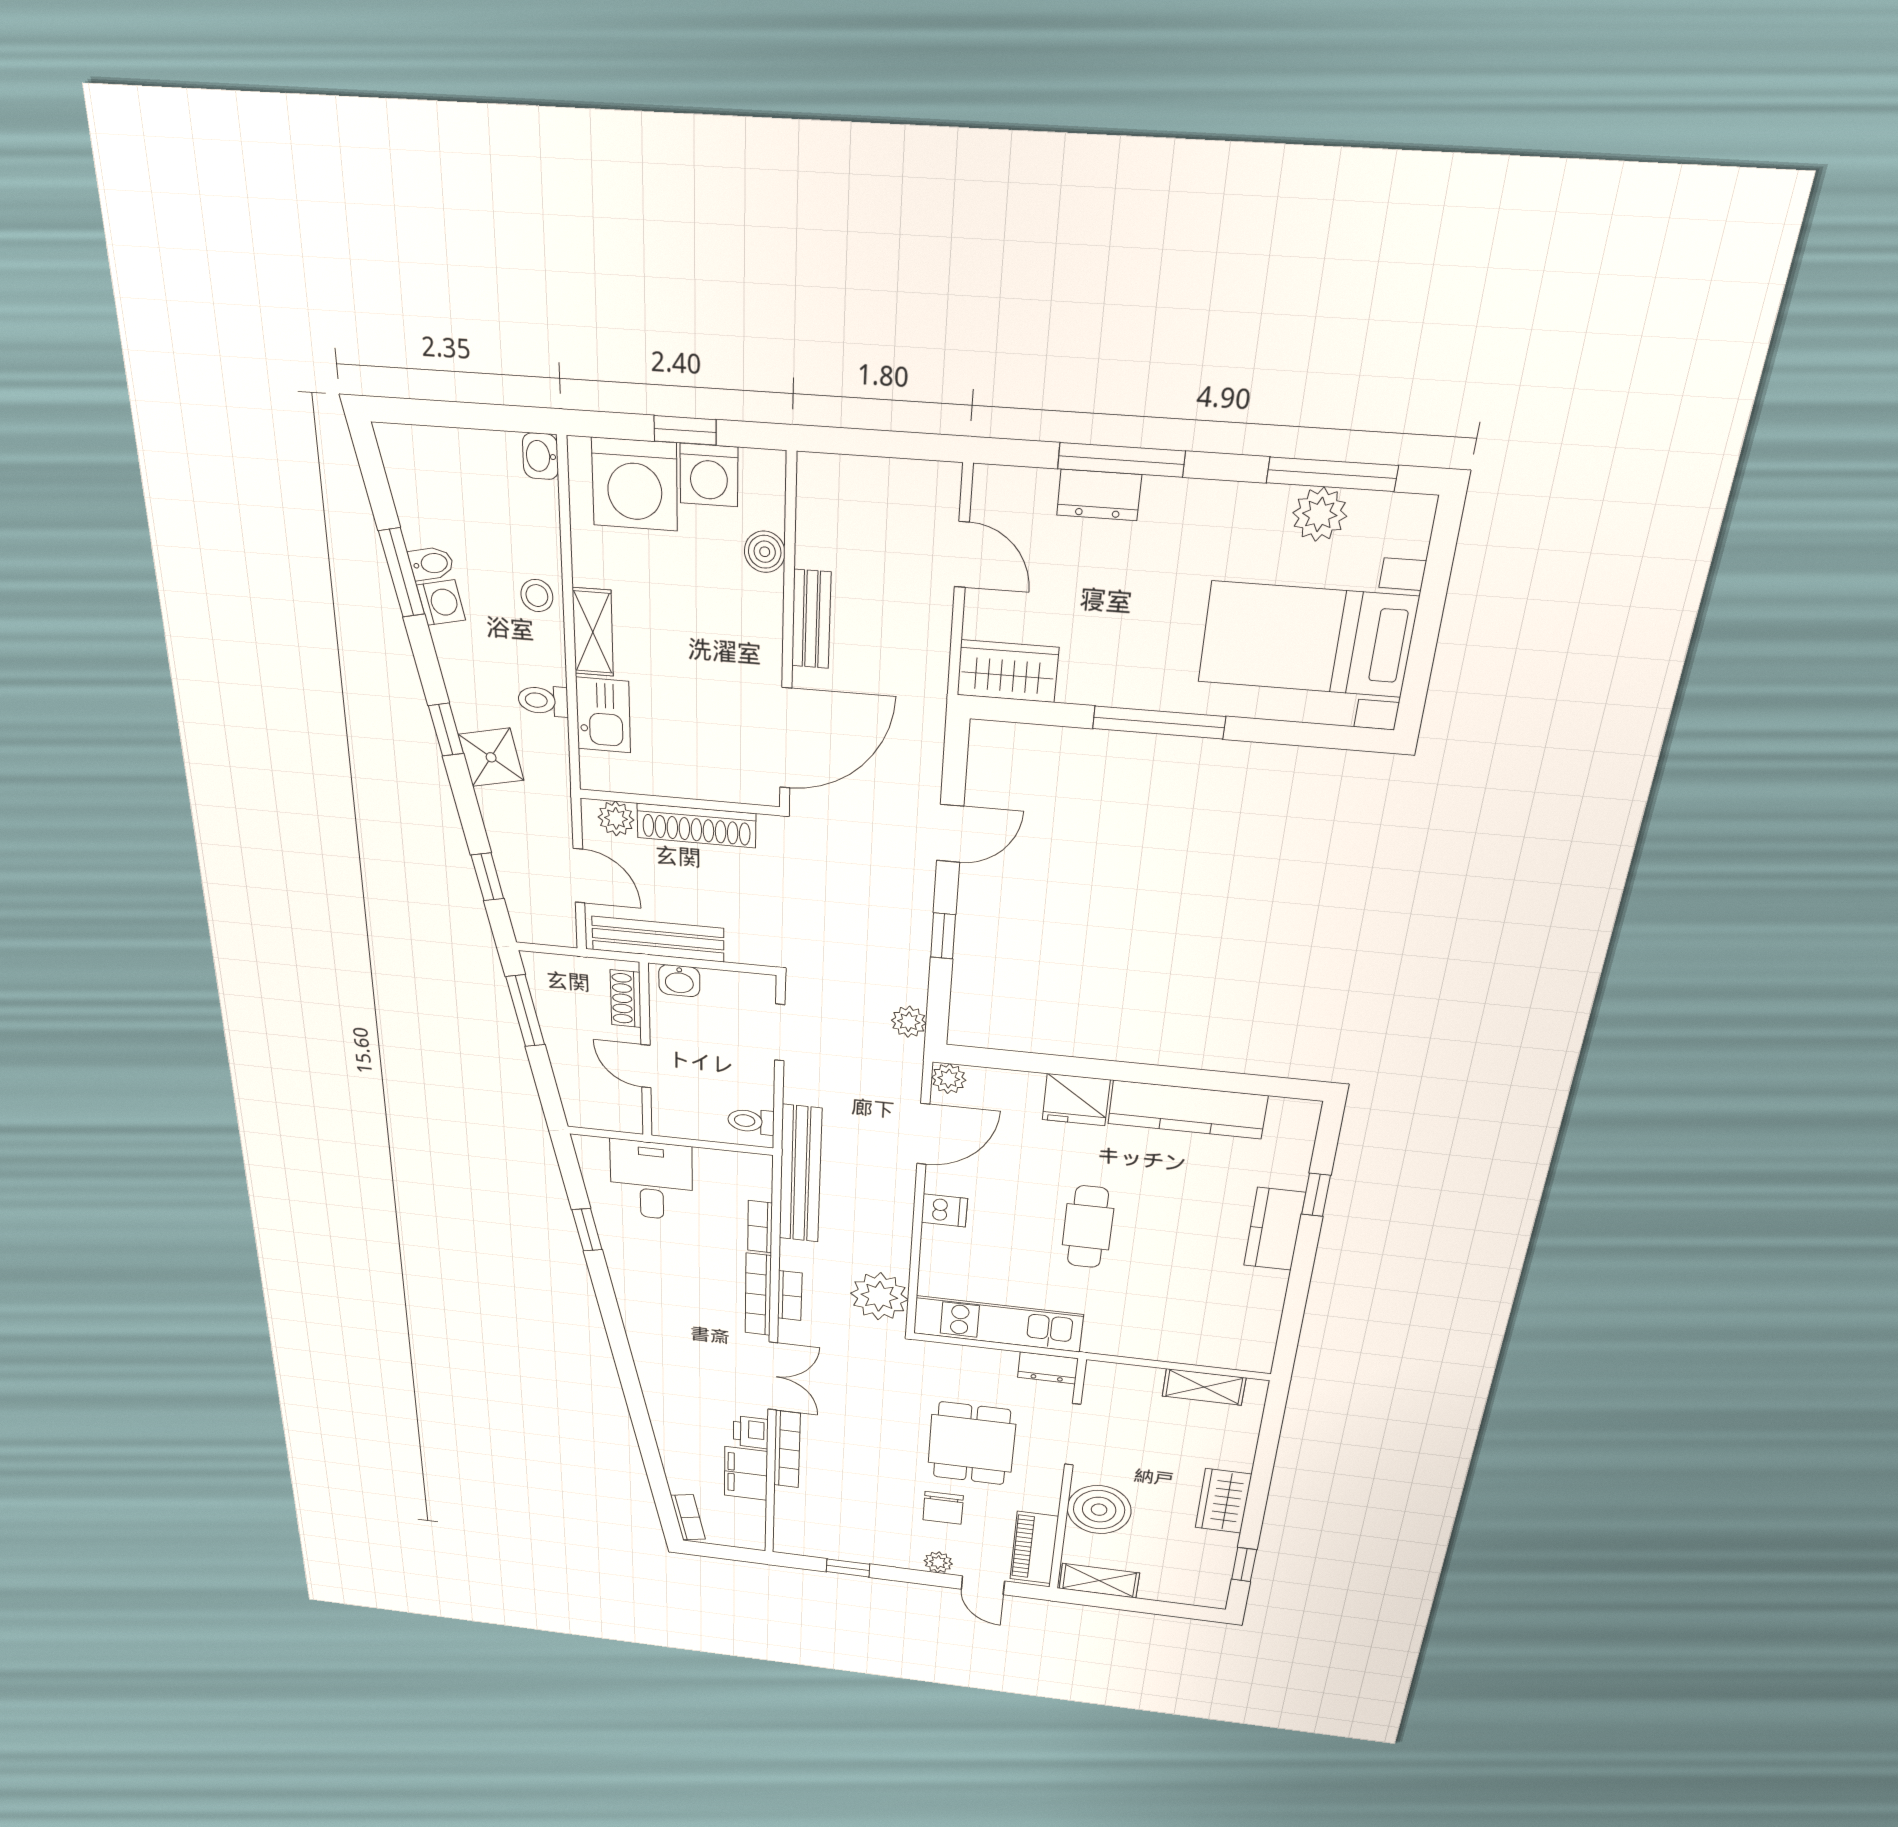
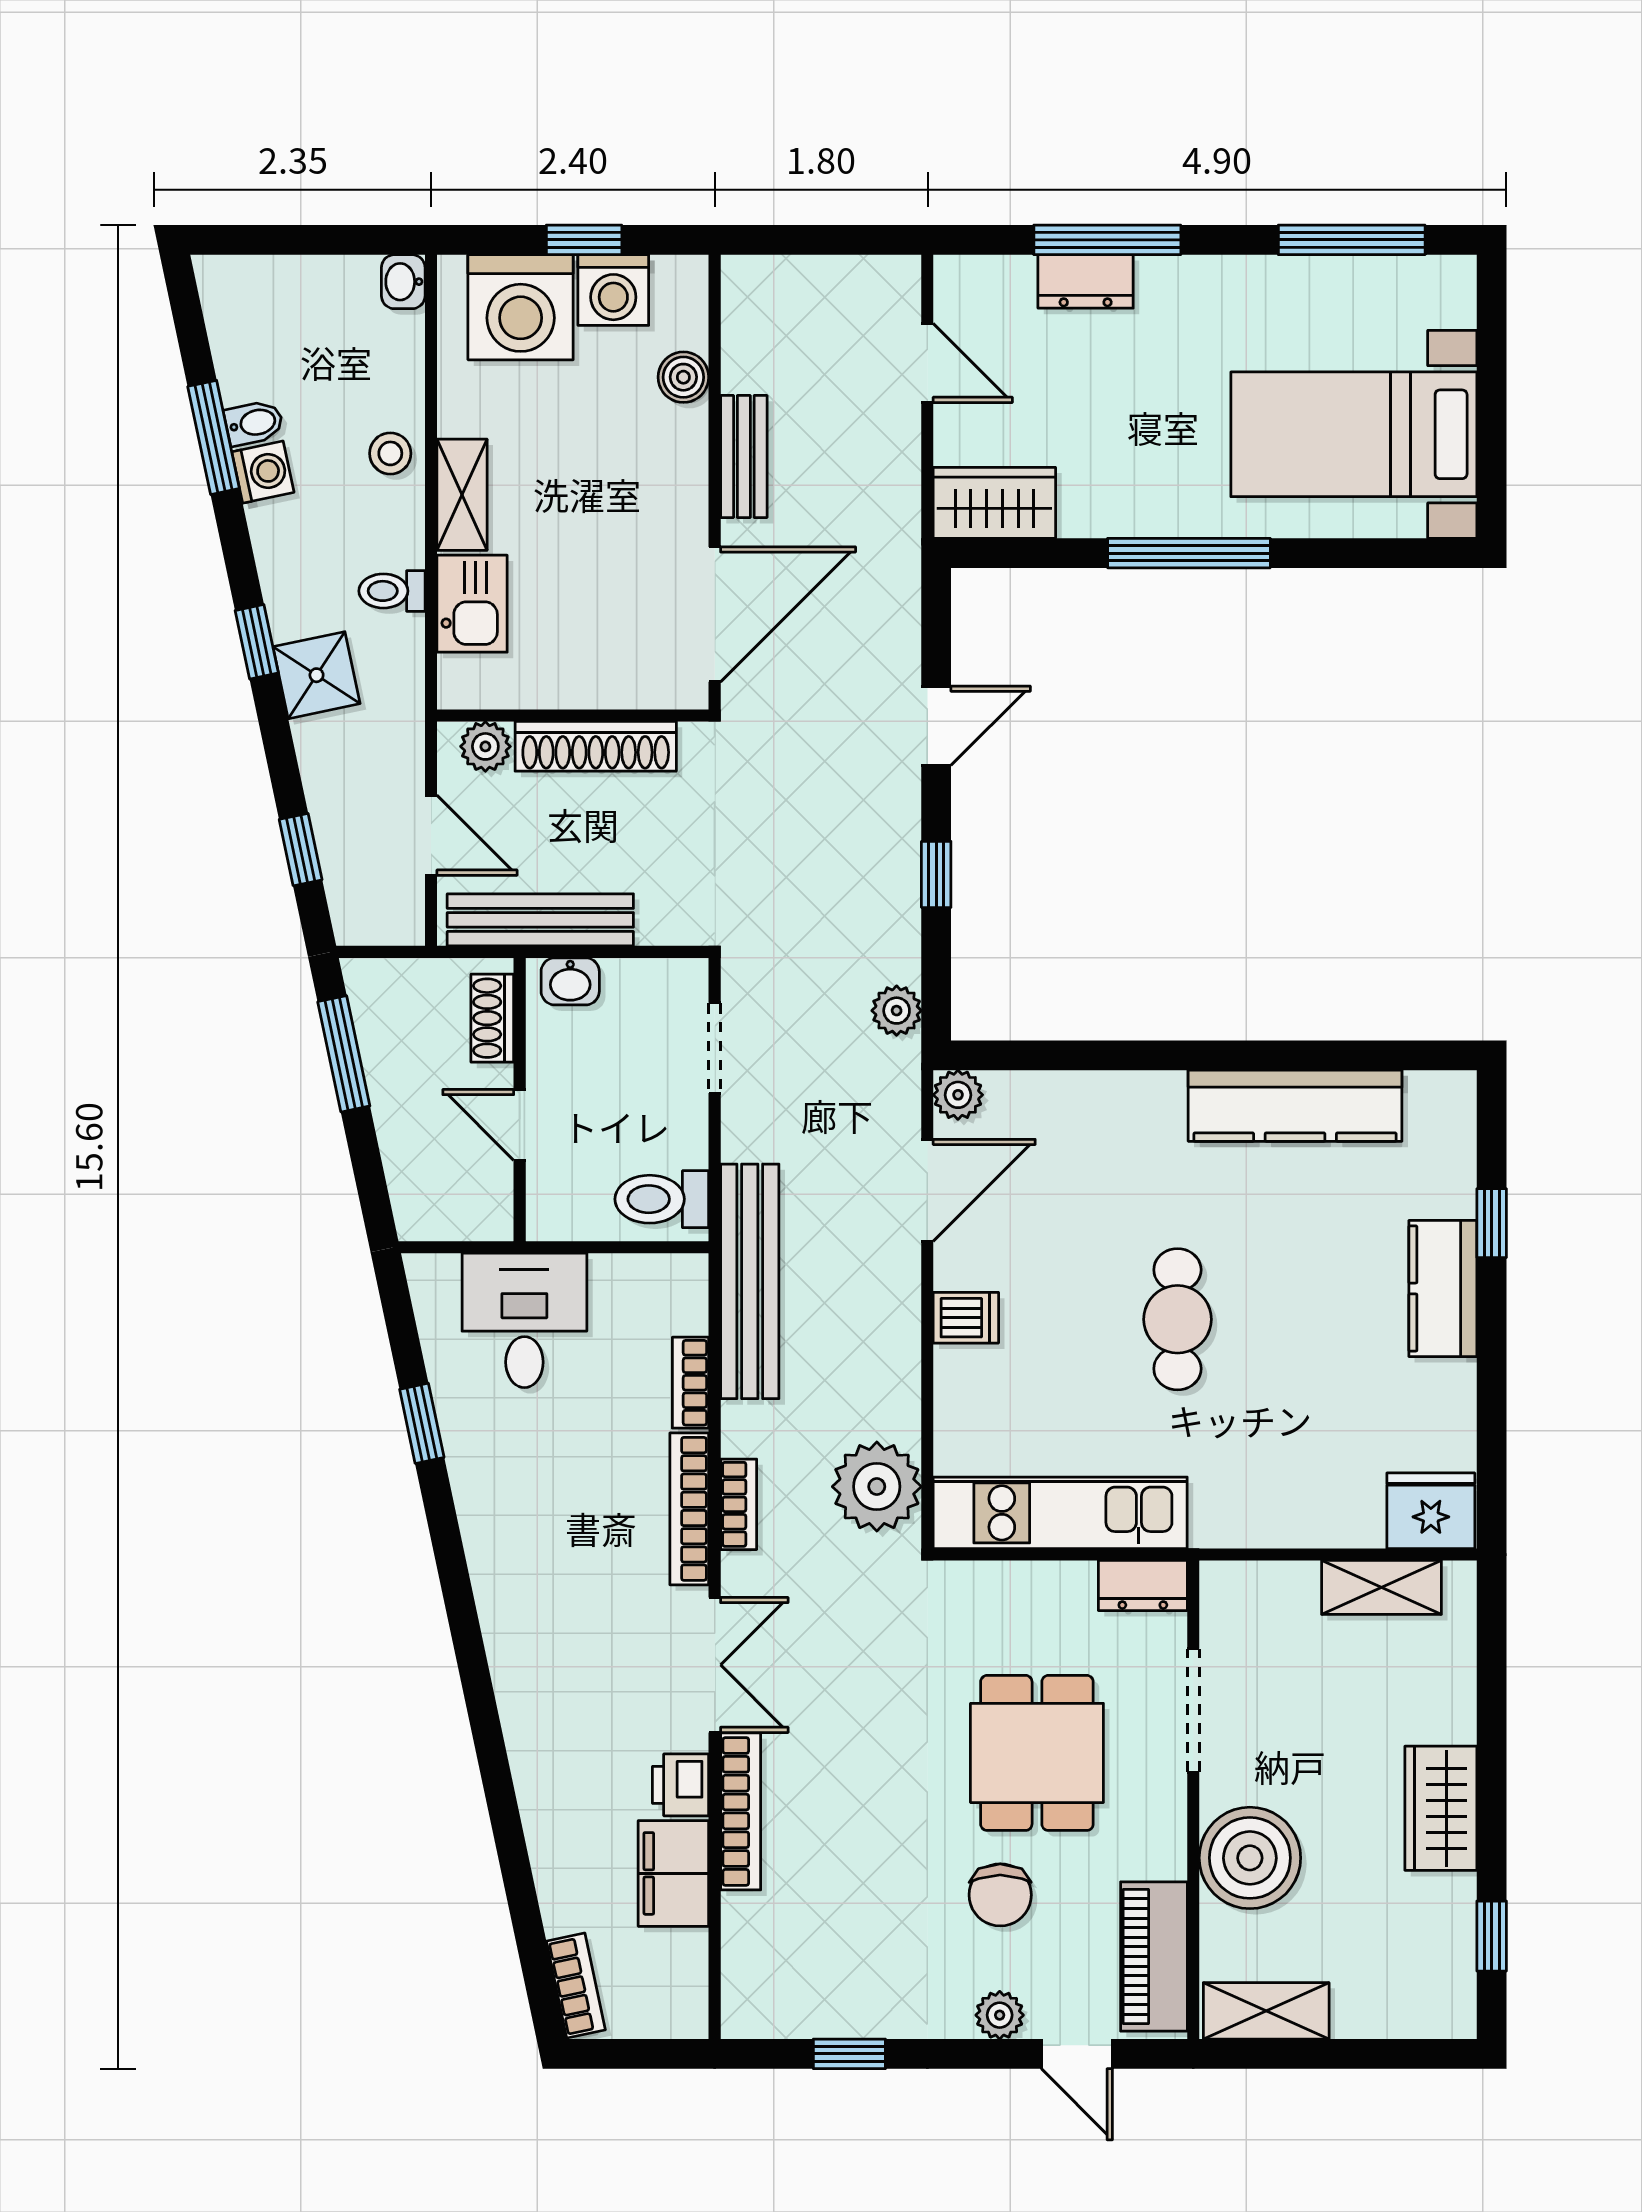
plant: (1320, 514) -> (1345, 286), removed
fridge: (1076, 1100) -> (1431, 1511), moved, turned 180
toilet: (751, 1121) -> (662, 1199), width x1.37, depth x1.39

